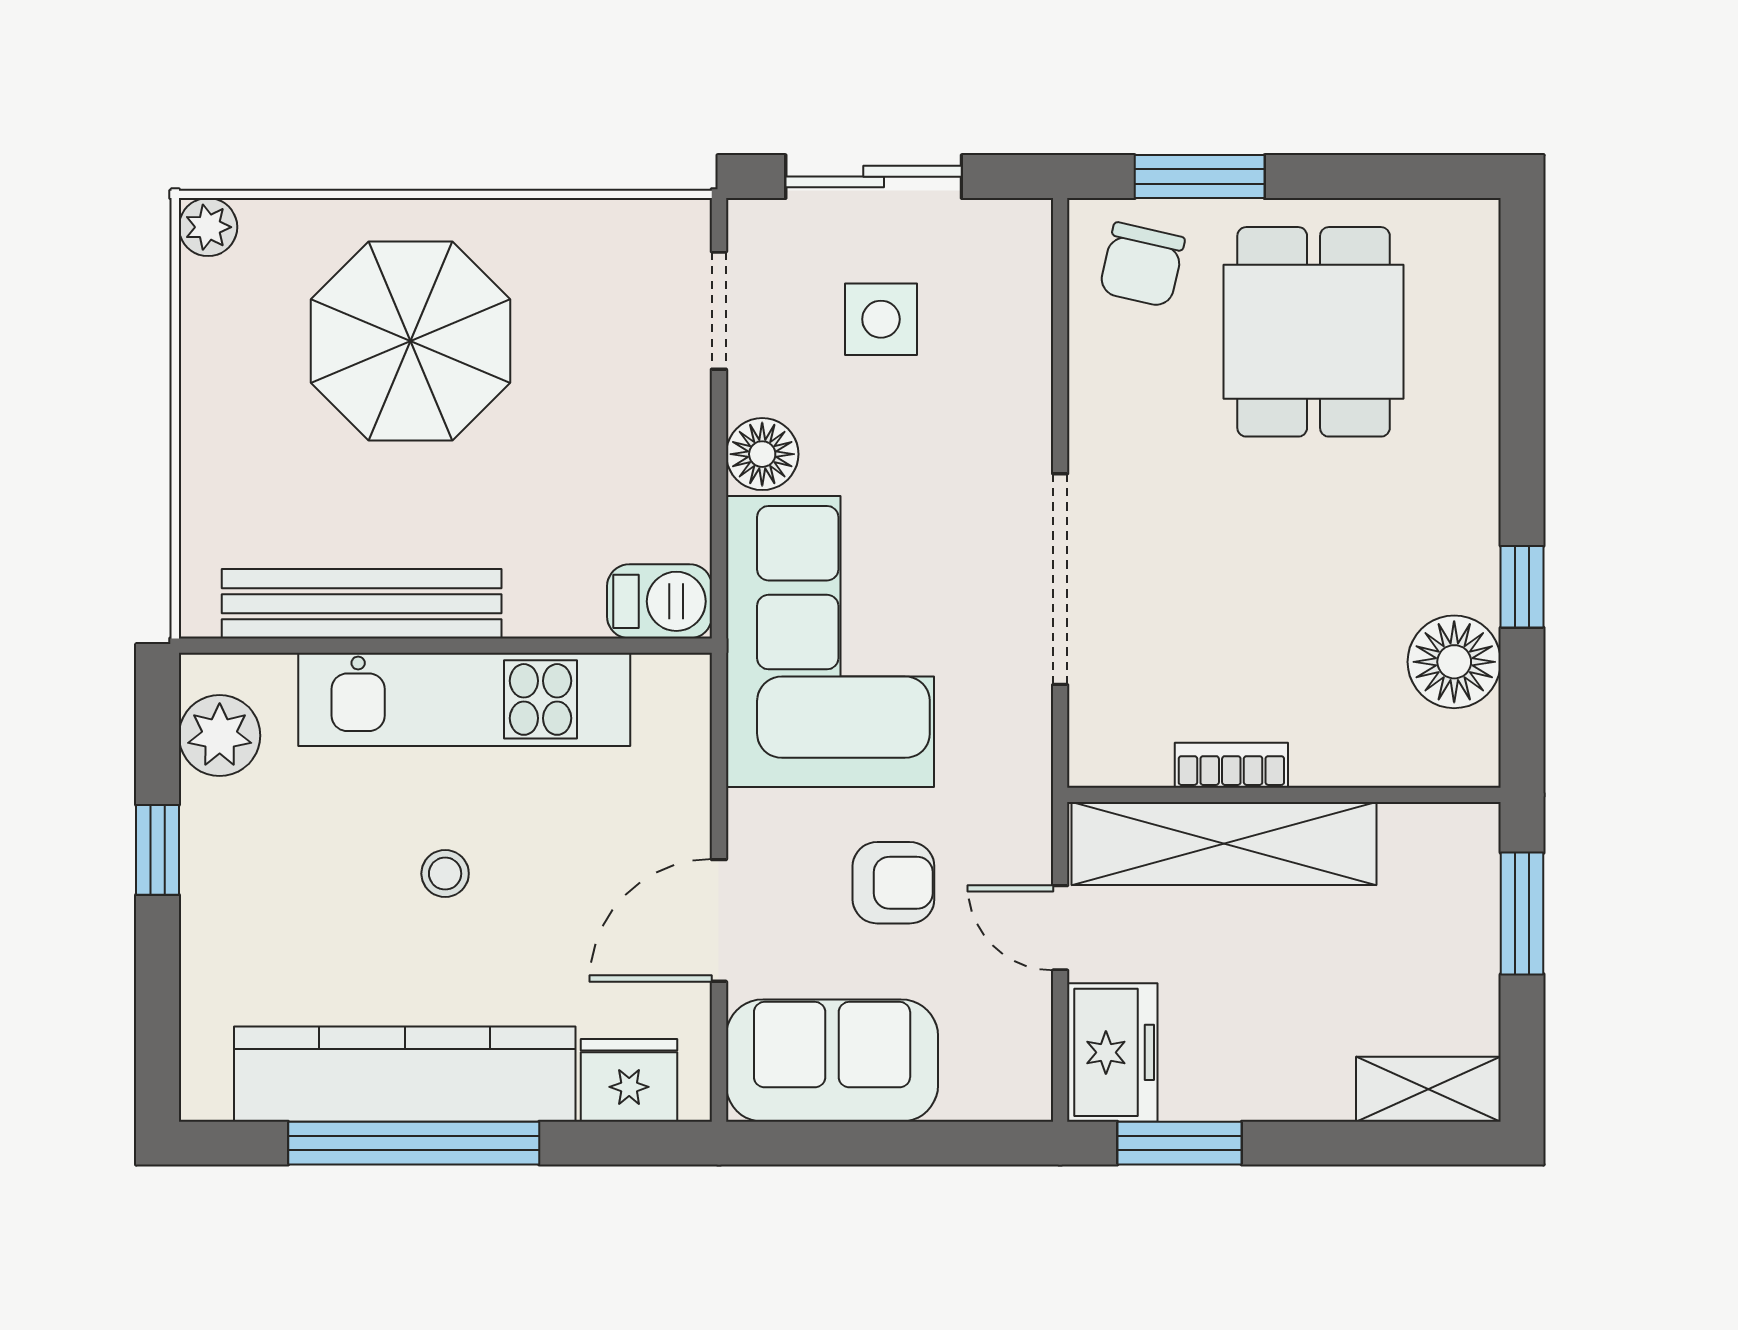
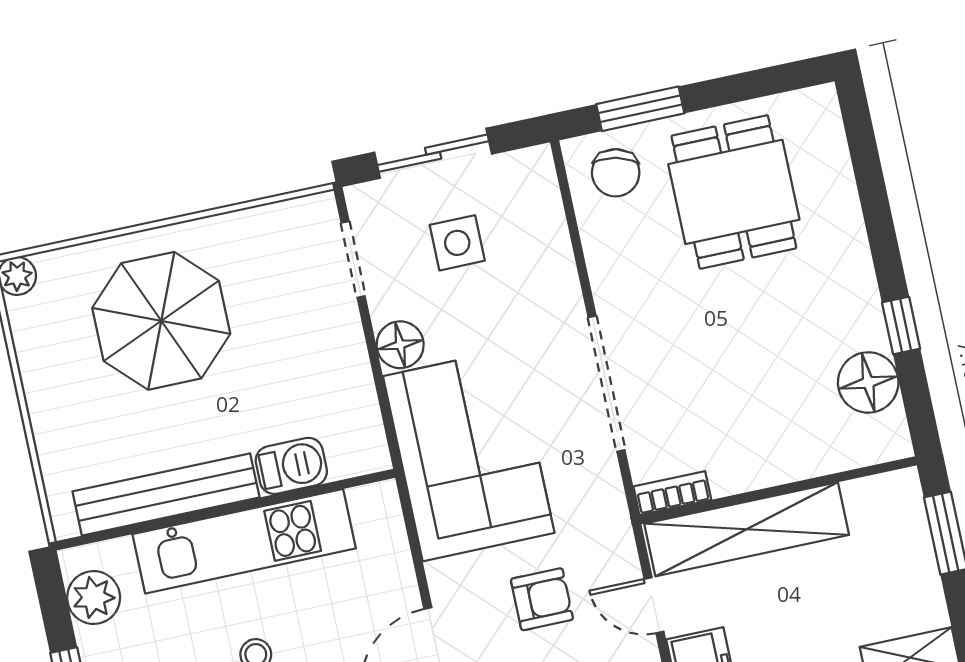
barbecue: (659, 601) -> (291, 466), moved
bookcase: (1231, 765) -> (672, 493), moved

